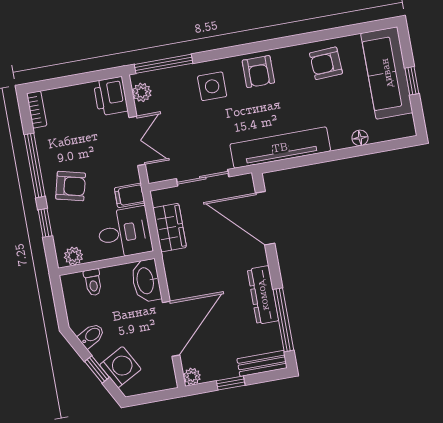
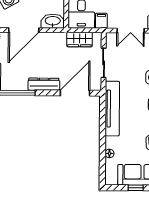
dresser: (263, 295) -> (44, 84), moved
door: (171, 329) -> (24, 30), hinge flipped

